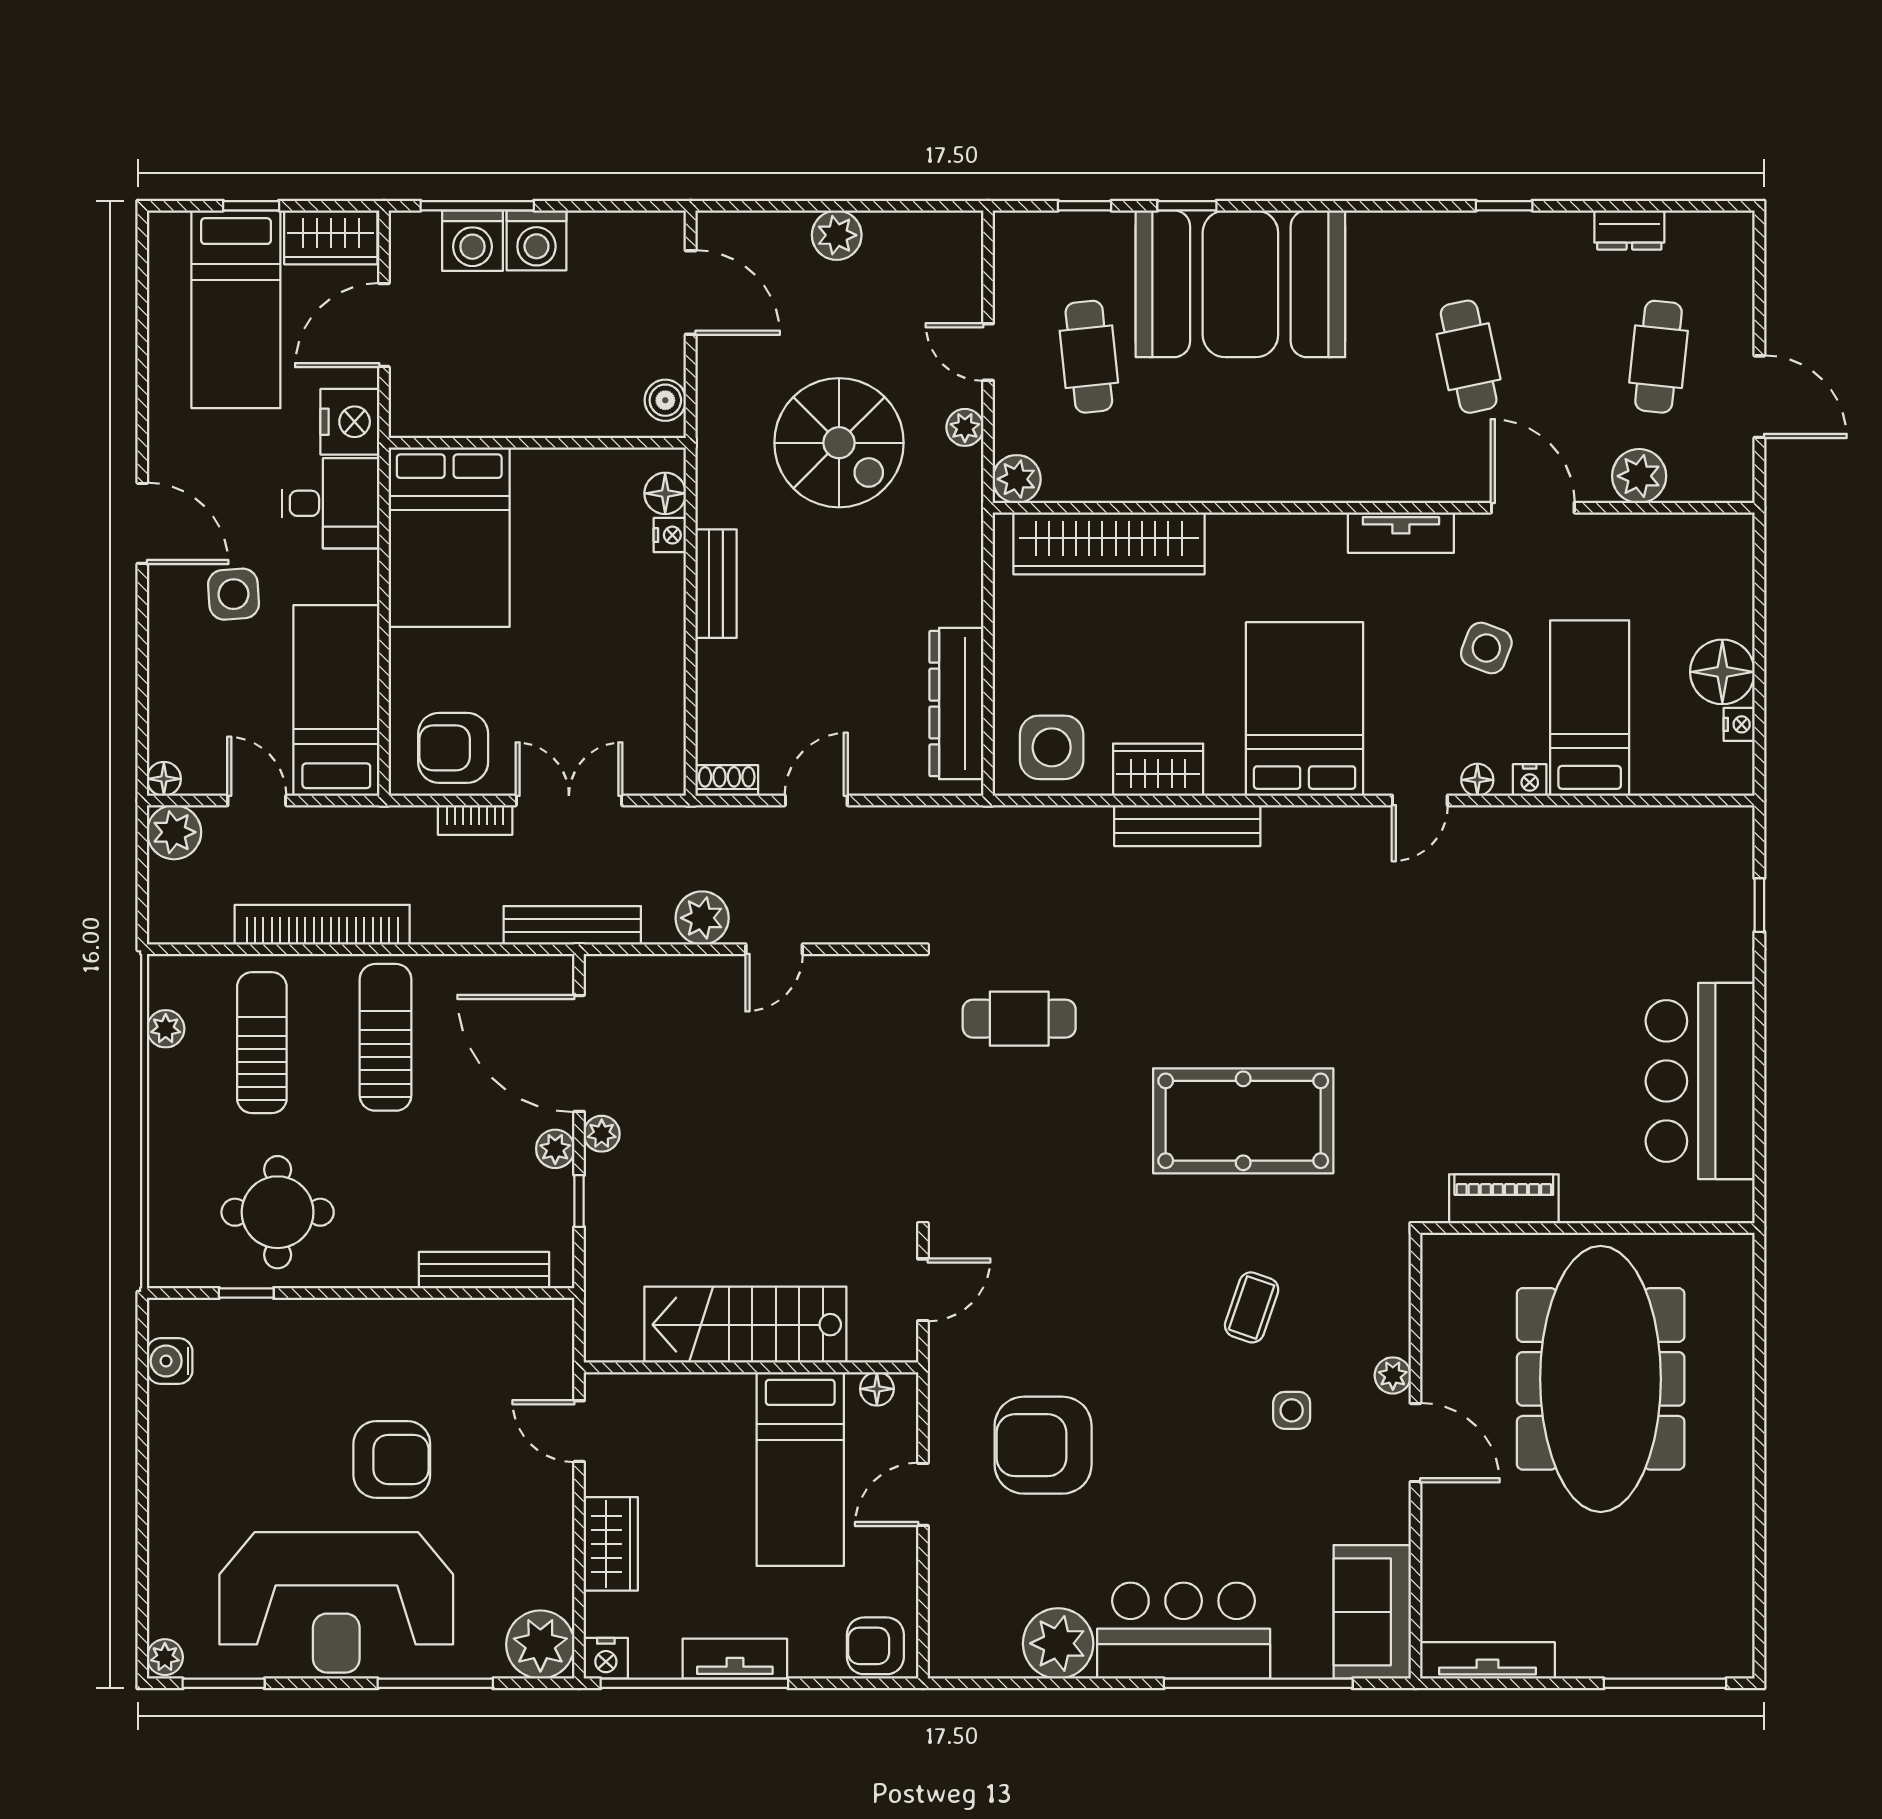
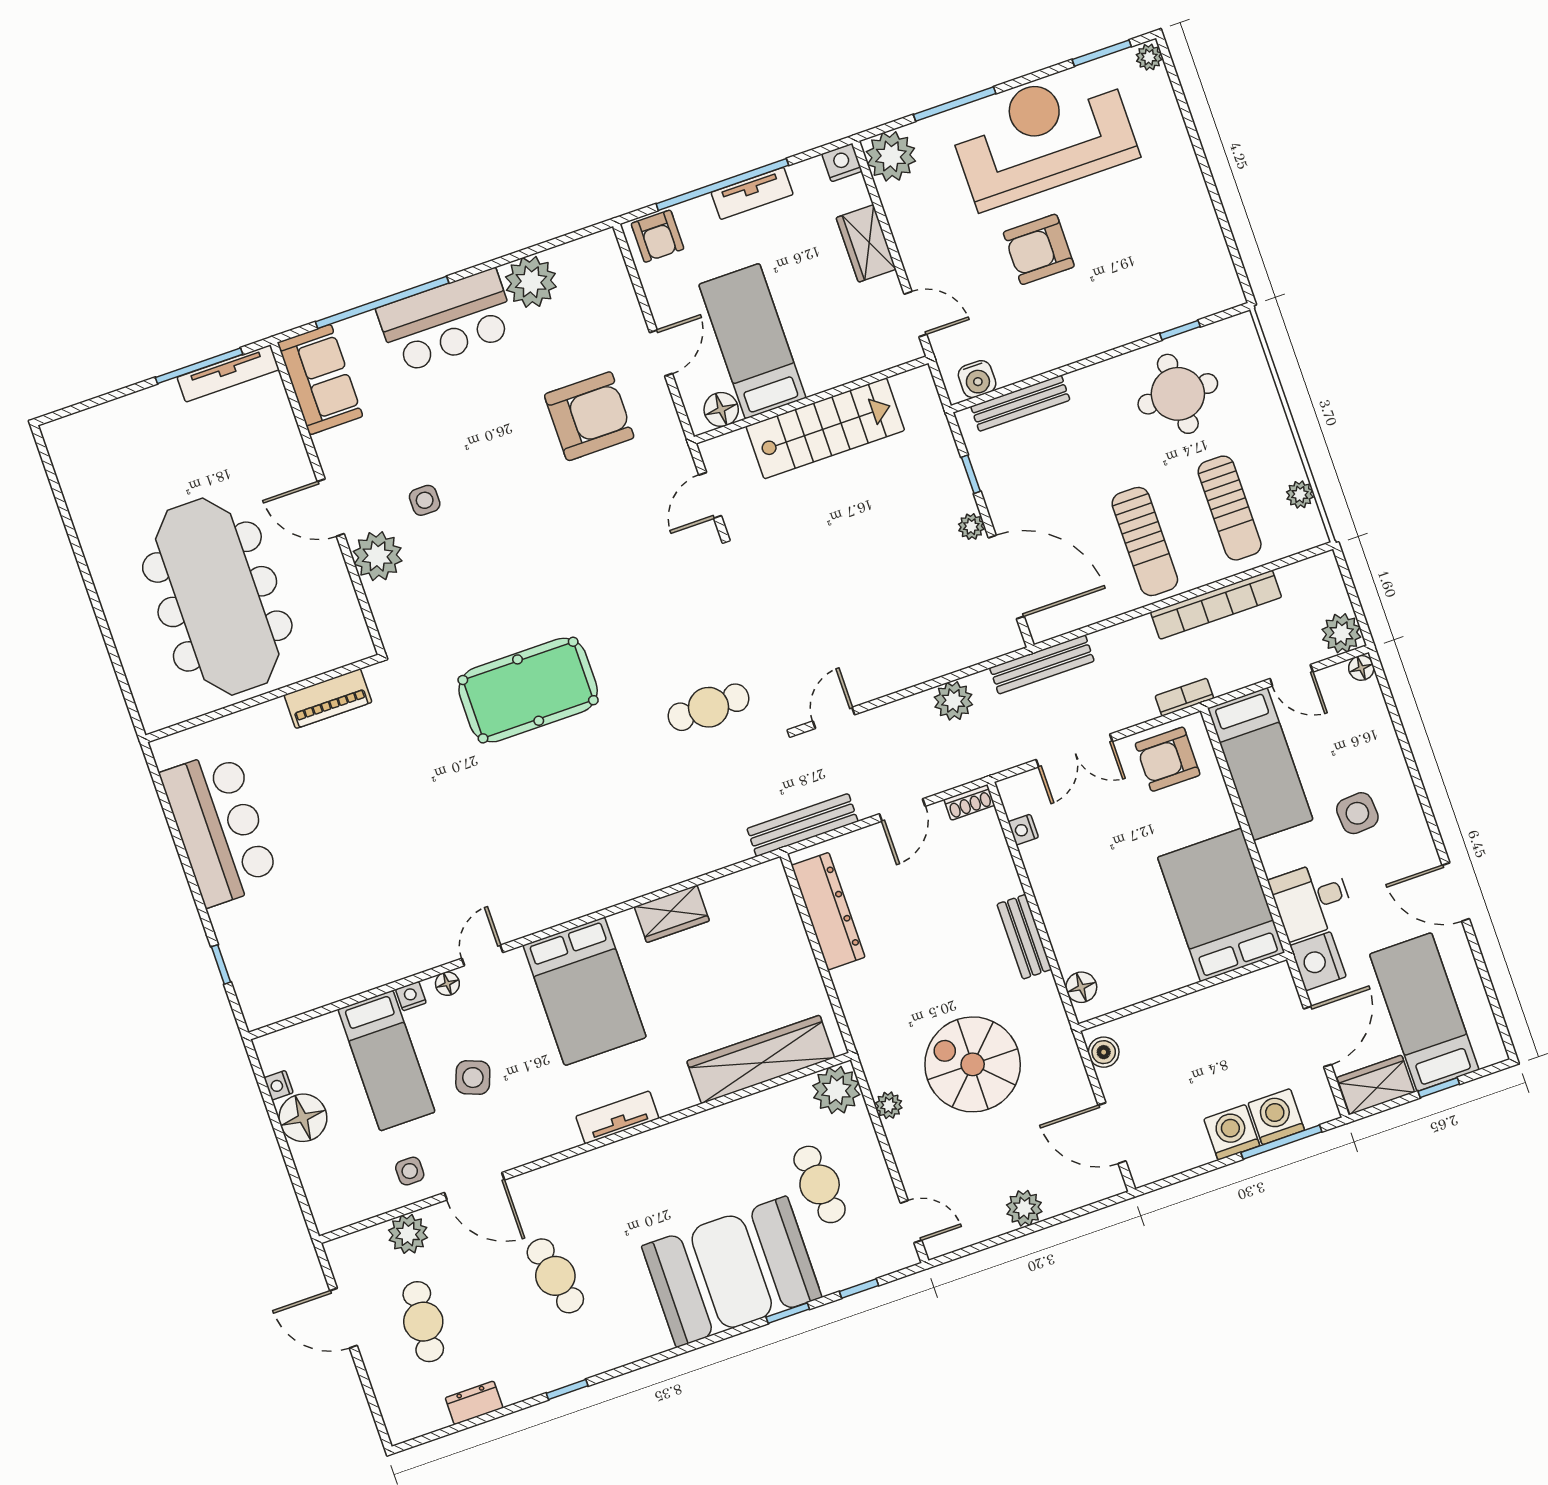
door: (988, 352) -> (911, 1222), moved
plant: (1017, 479) -> (836, 1090), width x1.36, depth x1.36
door: (142, 523) -> (1456, 892), moved
tv unit: (1401, 533) -> (617, 1117), moved
nightstand: (670, 535) -> (1023, 830), moved
side table: (1052, 747) -> (410, 1171), moved, width x0.54, depth x0.54
armchair: (453, 748) -> (1168, 759), turned 180
bookcase: (475, 820) -> (1184, 697), moved
bench: (1187, 826) -> (802, 825), moved
door: (774, 949) -> (834, 718), moved
plant: (555, 1149) -> (1000, 505), removed
coffee table: (1252, 1307) -> (477, 562), removed
water cooler: (170, 1361) -> (977, 379), moved, turned 90
plant: (1393, 1375) -> (378, 556), width x1.87, depth x1.87
floor lamp: (877, 1389) -> (721, 409), width x1.37, depth x1.37
armchair: (875, 1646) -> (657, 236), turned 90
window: (694, 1683) -> (722, 185), moved
window: (1665, 1683) -> (199, 366), moved

